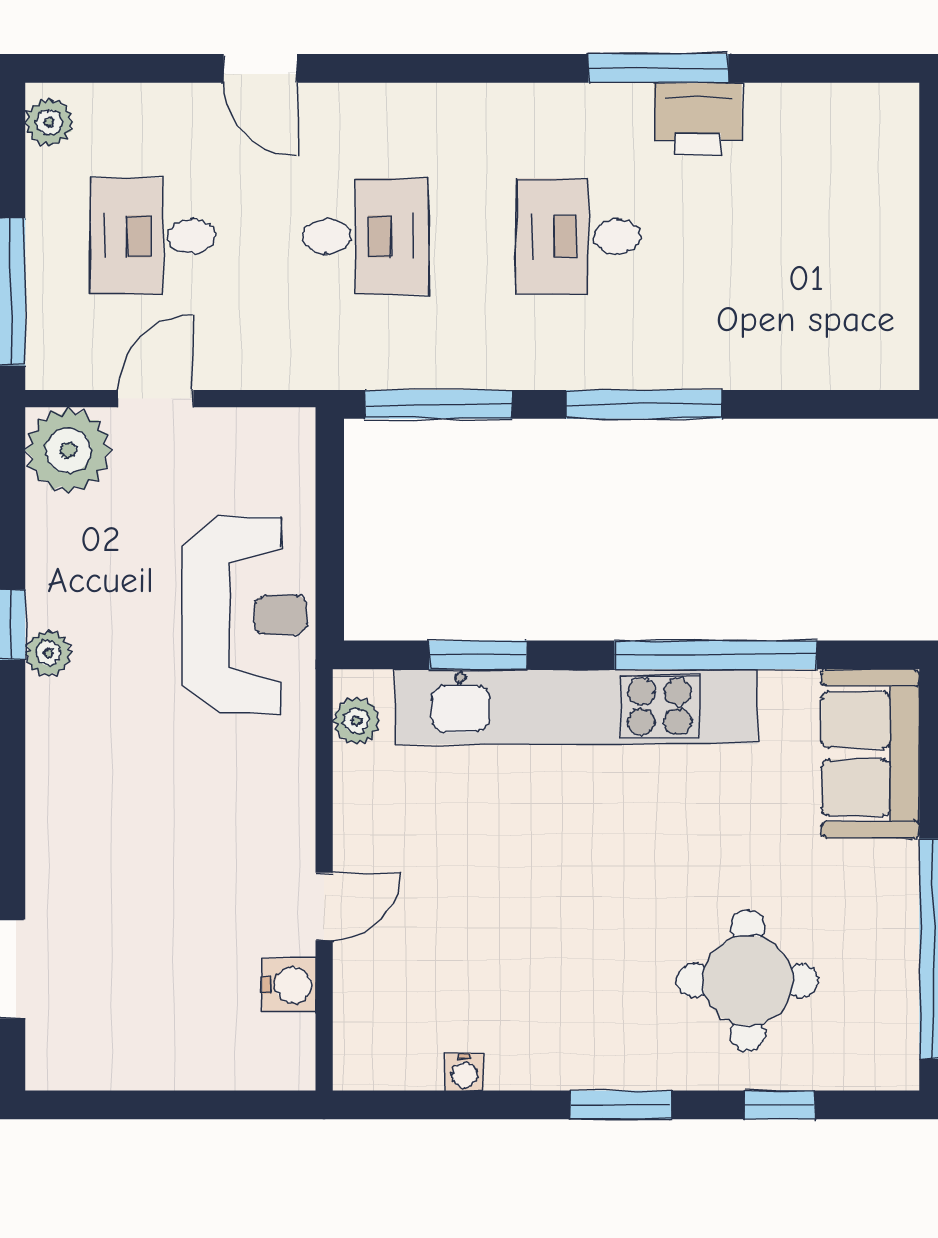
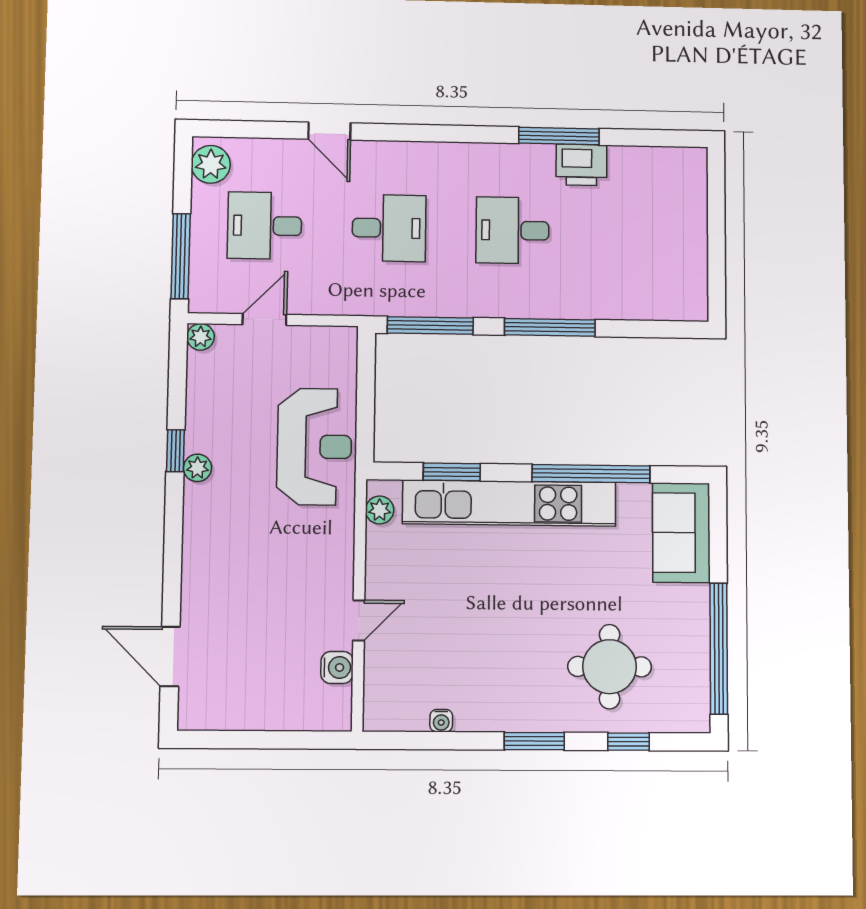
plant: (49, 122) -> (211, 164), width x1.38, depth x1.38
plant: (68, 450) -> (201, 337), width x0.53, depth x0.53

